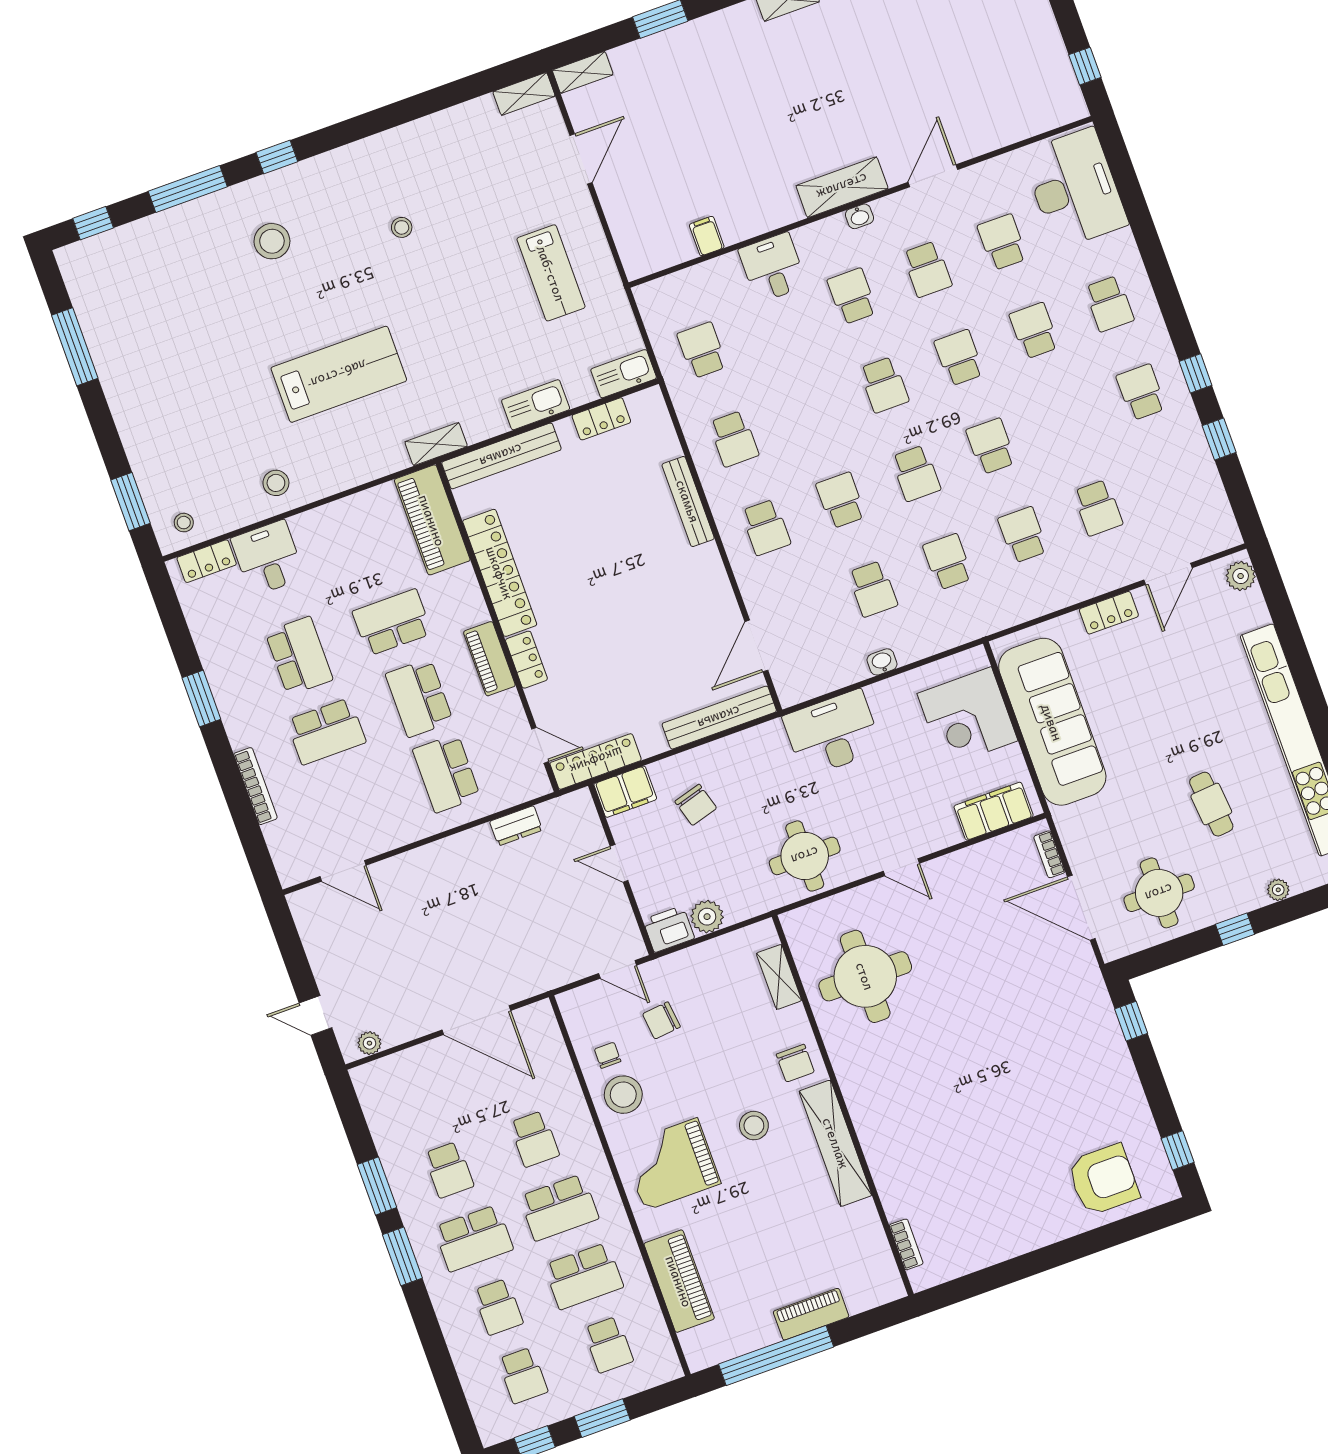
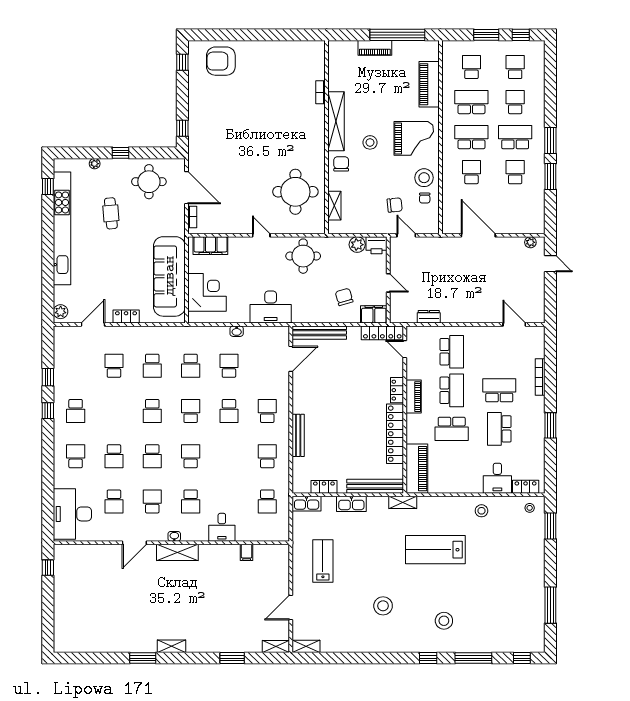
stool: (402, 227) -> (383, 606), width x1.89, depth x1.89
bookcase: (906, 1244) -> (320, 92), moved

